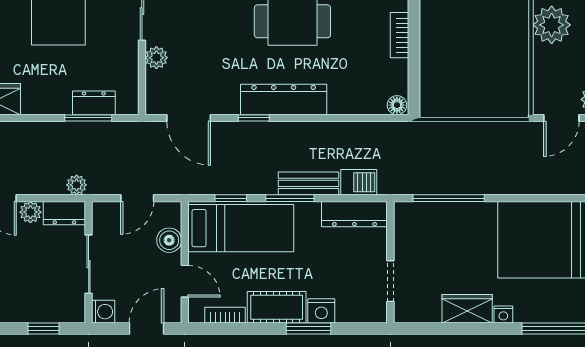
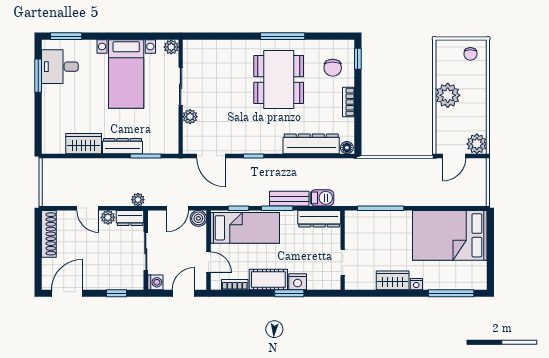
dresser: (284, 99) -> (311, 144), moved
dresser: (94, 103) -> (123, 146), moved, width x1.44
boiler: (169, 240) -> (198, 218), moved

